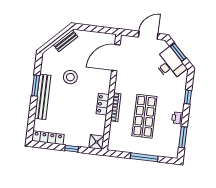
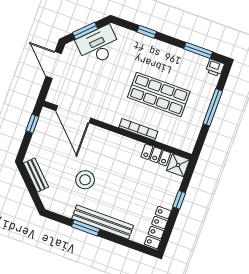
window: (102, 30) -> (32, 124), added
locker: (103, 104) -> (156, 155), moved
printer: (177, 118) -> (215, 68), moved

